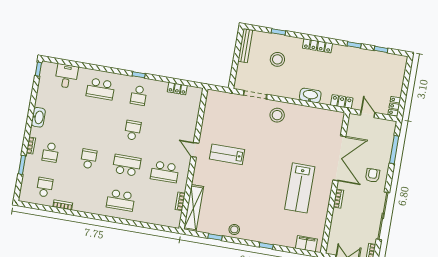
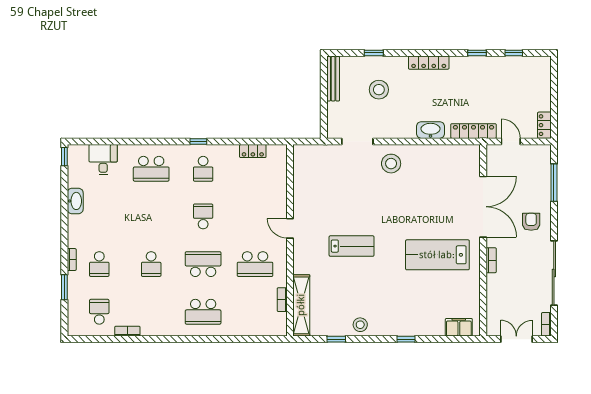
locker: (342, 102) -> (473, 131), width x1.53
washbasin: (38, 117) -> (75, 201), moved
lab bench: (227, 154) -> (352, 246), moved, turned 180
school desk: (89, 159) -> (151, 264), turned 180
lab bench: (300, 188) -> (437, 255), turned 90

